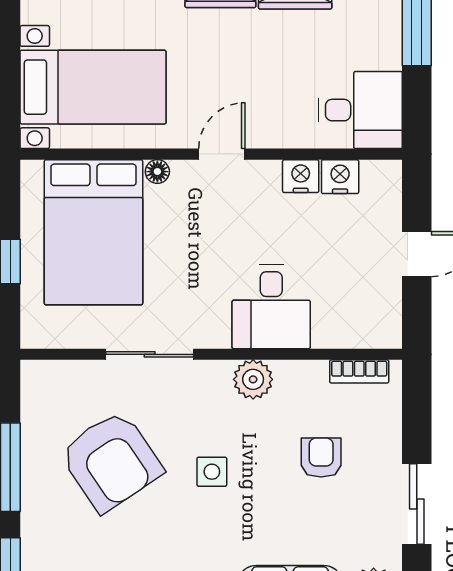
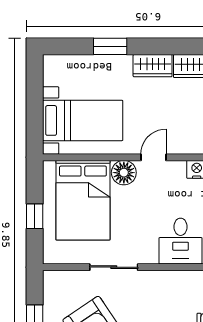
floor lamp: (157, 172) -> (124, 173), width x1.89, depth x1.89
plant: (253, 379) -> (171, 281), removed

